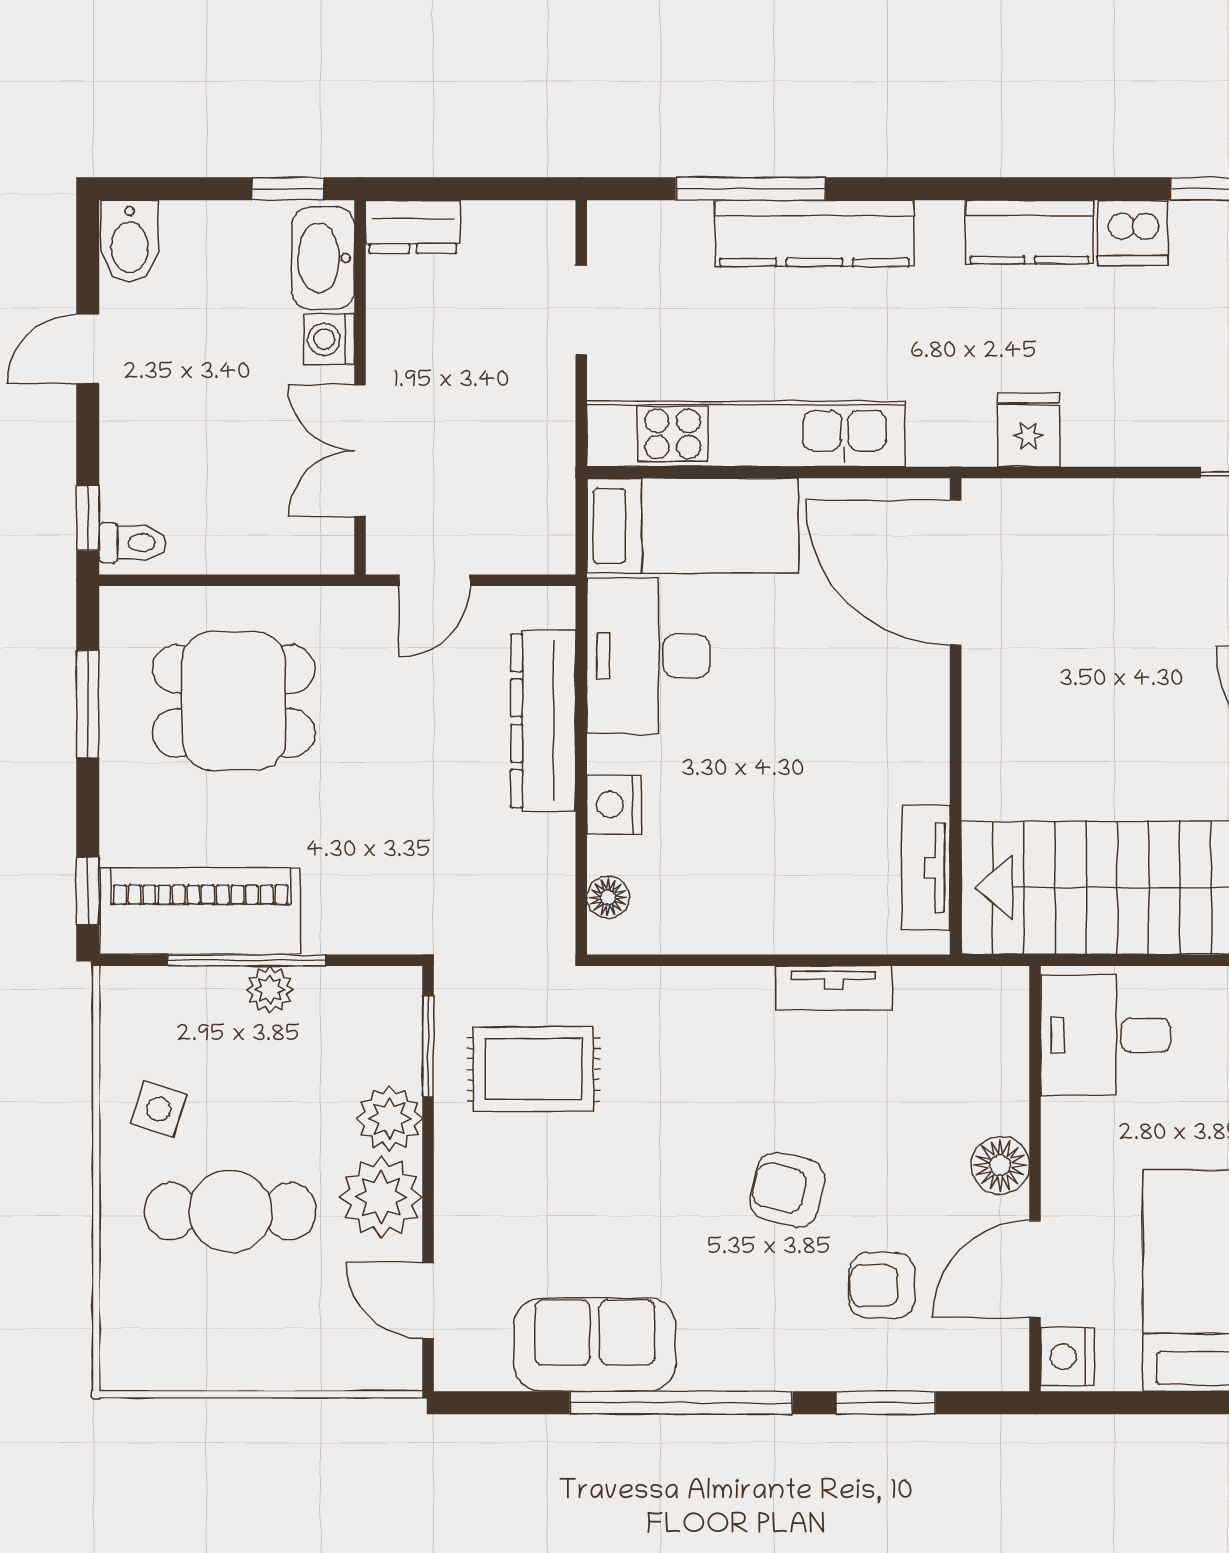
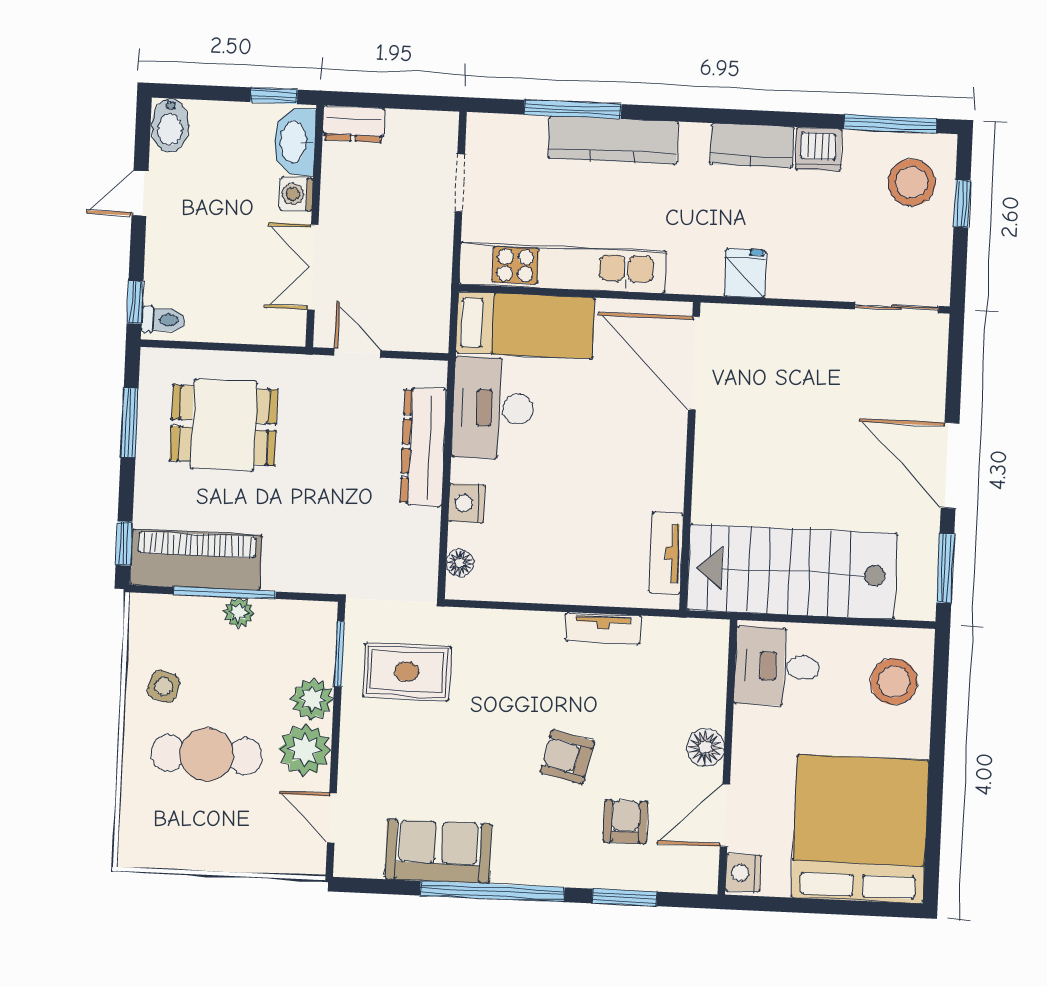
door: (435, 580) -> (357, 353), swing flipped
armchair: (882, 1286) -> (625, 822), turned 90

